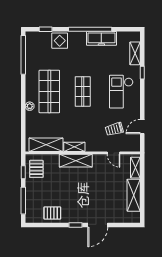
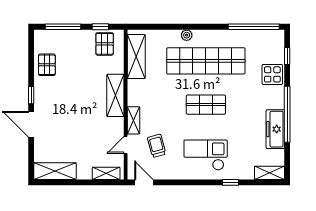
shelving: (135, 53) -> (269, 173), moved
shop shelf: (49, 91) -> (206, 61), width x1.40
door: (142, 127) -> (144, 182), moved
shelving: (74, 147) -> (134, 120), moved
pallet: (36, 169) -> (105, 44), turned 90
shelving: (134, 195) -> (55, 171), moved

